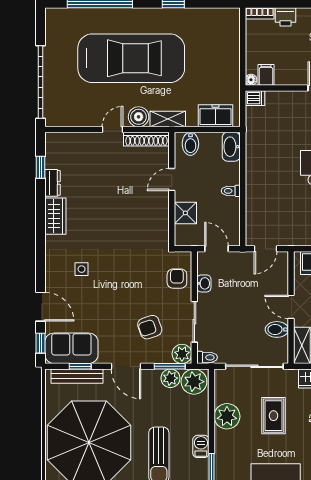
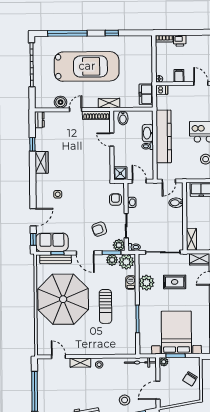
filing cabinet: (266, 75) -> (179, 76), moved
garage door: (40, 82) -> (32, 65), moved
freezer: (215, 116) -> (146, 94), moved, turned -90
boiler: (139, 117) -> (61, 102), moved
washbasin: (231, 147) -> (148, 133), moved
window: (40, 167) -> (32, 144), moved
kitchen counter: (258, 175) -> (164, 136), added
door: (172, 179) -> (112, 140), hinge flipped
dresser: (52, 183) -> (39, 120), moved
shower: (185, 213) -> (120, 173), moved
door: (40, 307) -> (33, 217), hinge flipped
door: (291, 307) -> (185, 216), removed
bidet: (277, 329) -> (176, 203), moved
rug: (273, 416) -> (175, 282), turned 90
barbecue: (201, 446) -> (131, 283), moved

